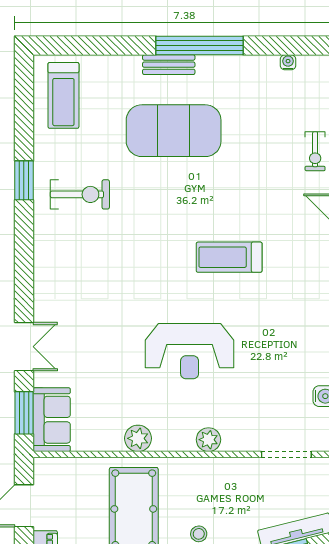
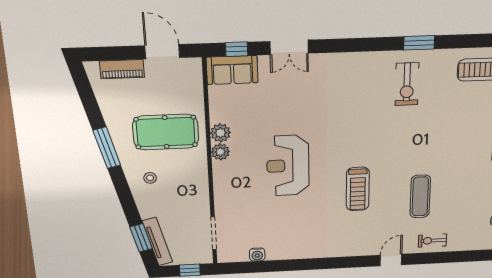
exercise mat: (174, 131) -> (420, 196), moved, width x0.50, depth x0.69
treadmill: (229, 257) -> (358, 189), turned 180
window: (24, 413) -> (237, 49), width x0.67
plant: (208, 440) -> (220, 152), moved

